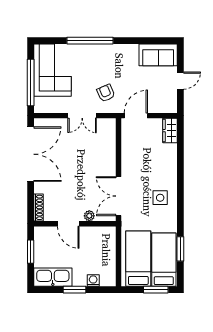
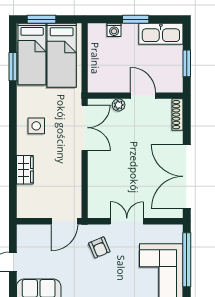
wardrobe: (170, 131) -> (25, 170), moved

